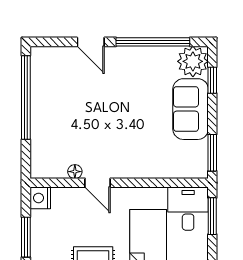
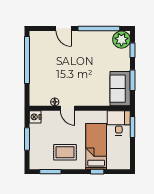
sofa: (191, 109) -> (120, 89), moved
window: (212, 153) -> (133, 80), moved

